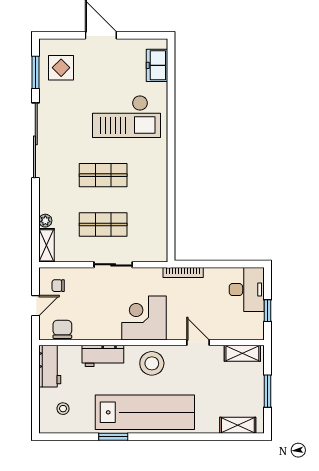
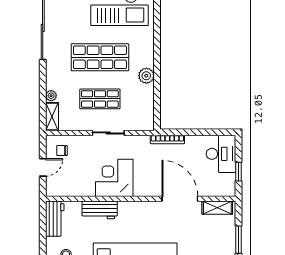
shop shelf: (103, 175) -> (100, 57), width x1.43, depth x1.36
plant: (158, 197) -> (146, 76), added
corner desk: (144, 318) -> (114, 178), moved
chair: (62, 329) -> (65, 187), removed
door: (198, 343) -> (180, 199), width x1.88
stool: (152, 363) -> (141, 216), removed

